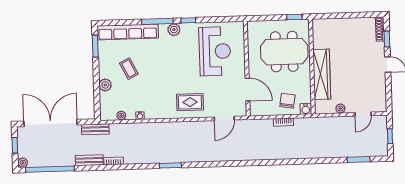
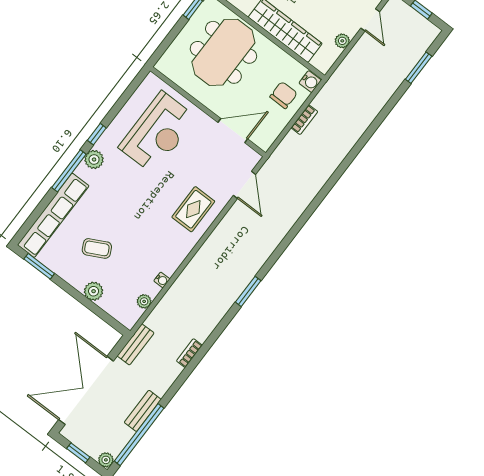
reception desk: (215, 51) -> (158, 132), turned 90
chair: (287, 101) -> (284, 95), turned 81
bench: (89, 160) -> (143, 411), moved

